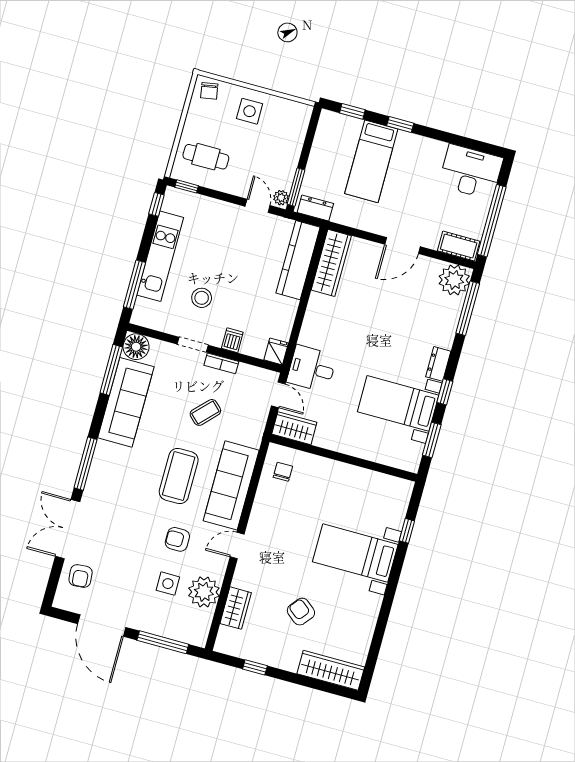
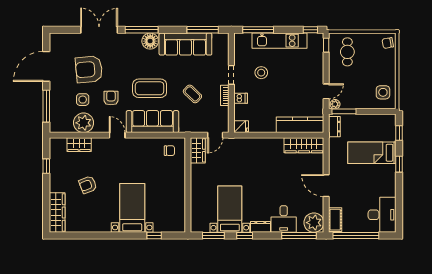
side table: (250, 111) -> (383, 92), moved
floor lamp: (136, 347) -> (150, 41), moved
desk: (312, 369) -> (284, 219), moved, turned 180
armchair: (81, 576) -> (89, 69), moved, width x1.88, depth x1.88
armchair: (301, 612) -> (88, 185), turned -150

